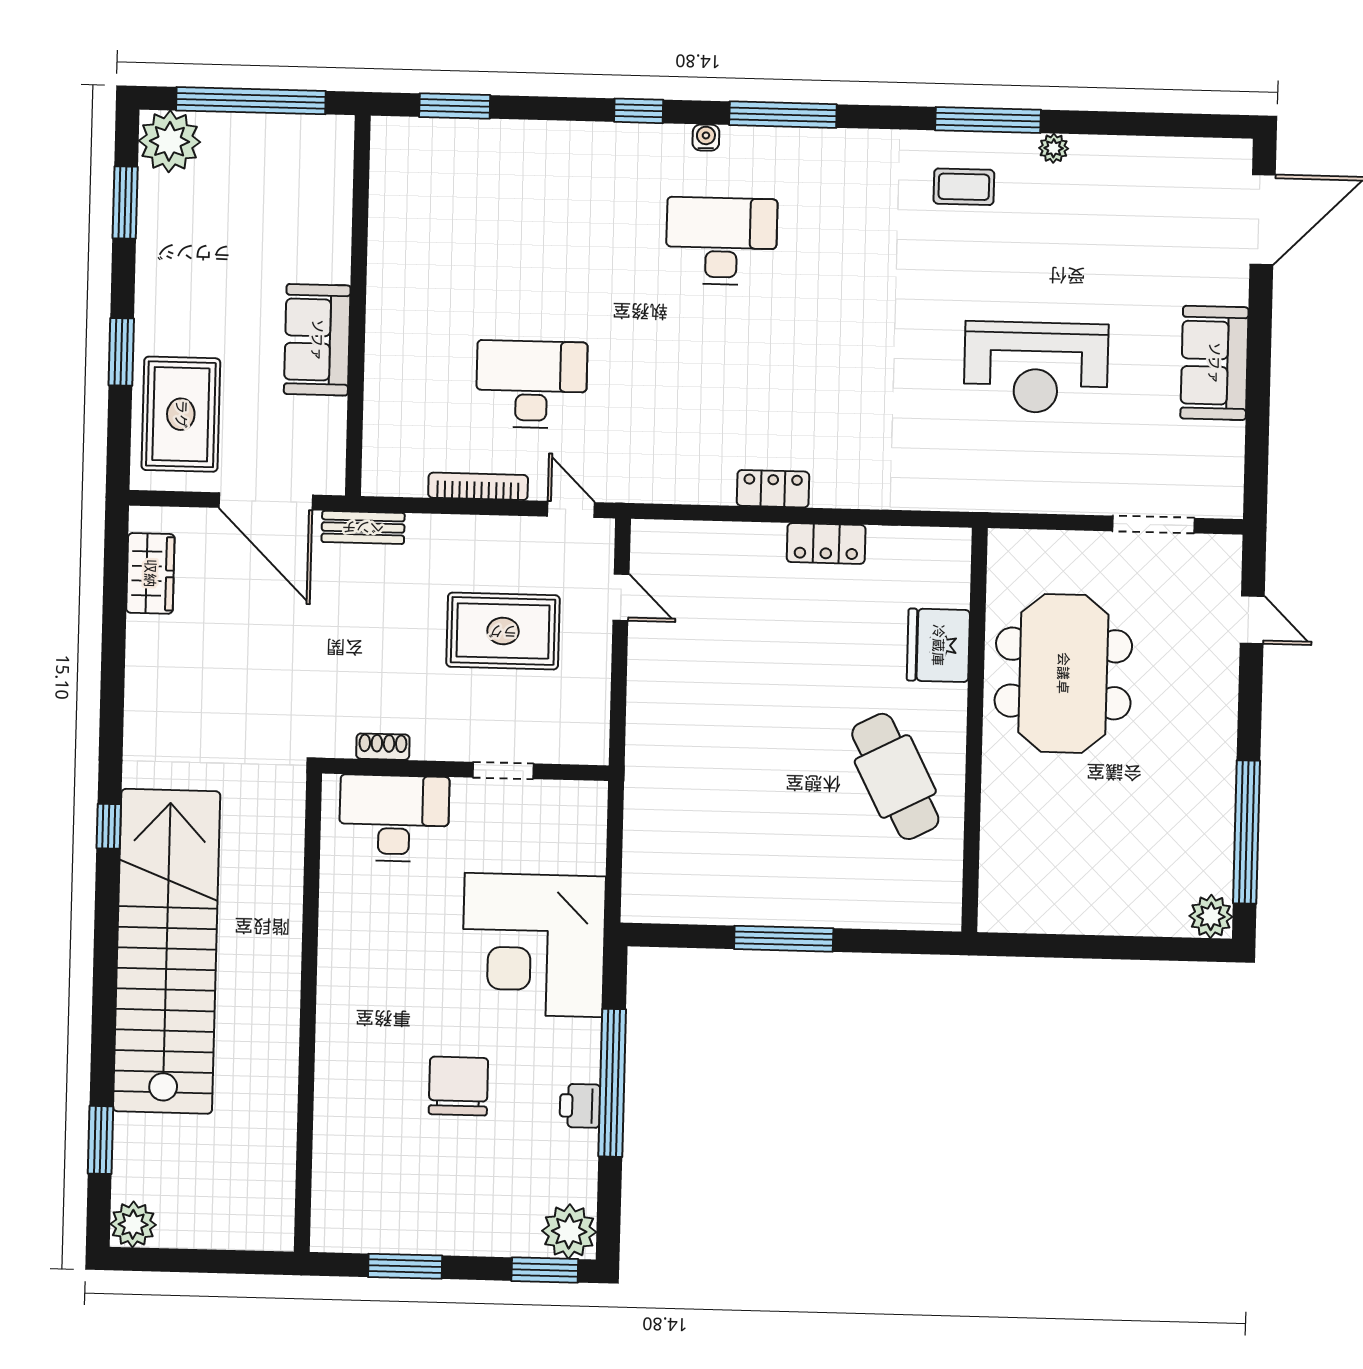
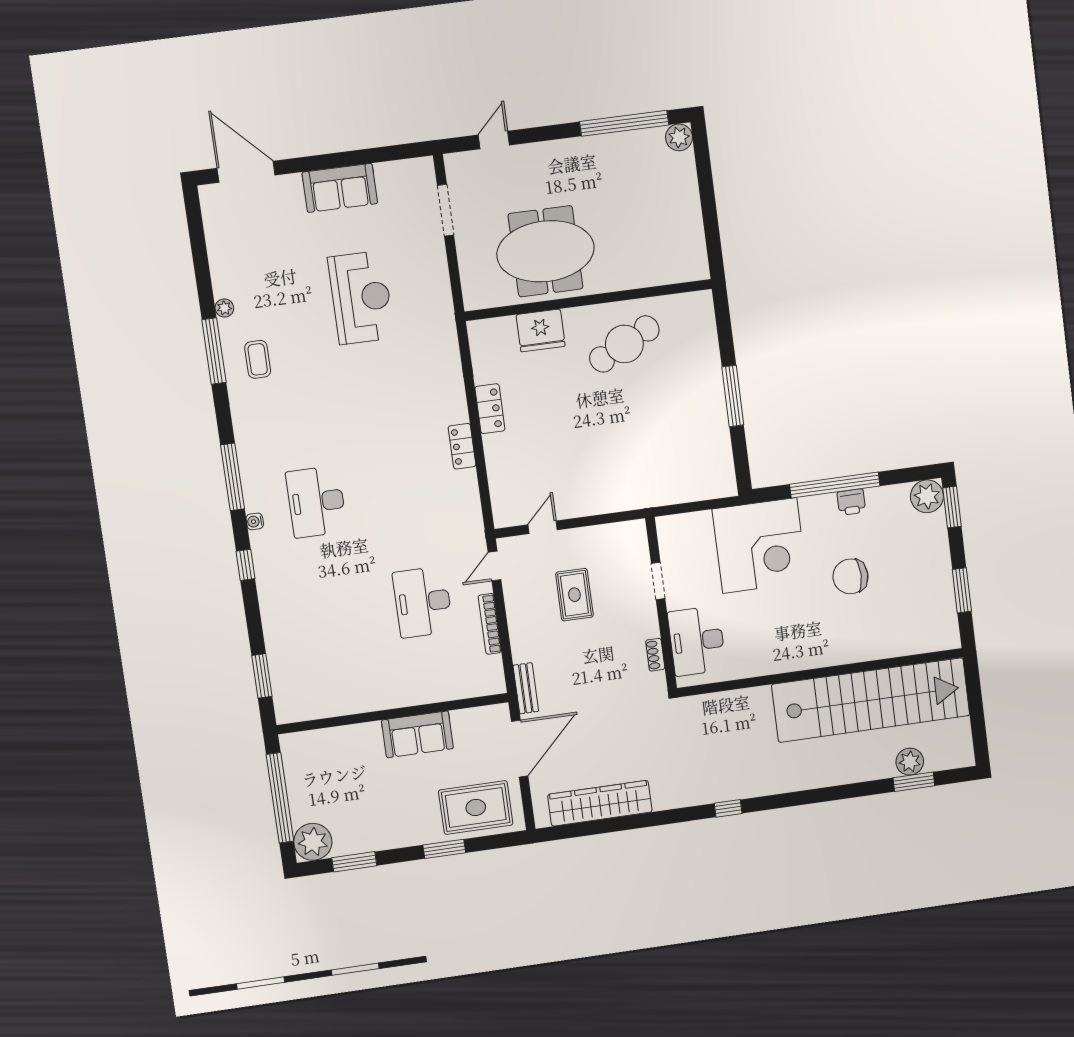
wardrobe: (150, 573) -> (600, 803), width x2.10, depth x1.17
rug: (503, 631) -> (574, 595), width x0.73, depth x0.70
stairs: (167, 951) -> (871, 700), moved, turned 180
plant: (133, 1224) -> (910, 762), moved

